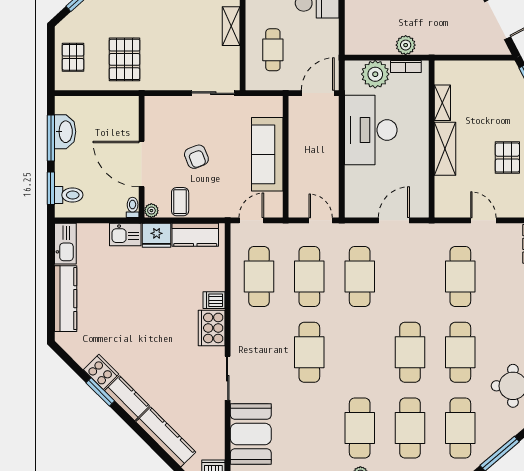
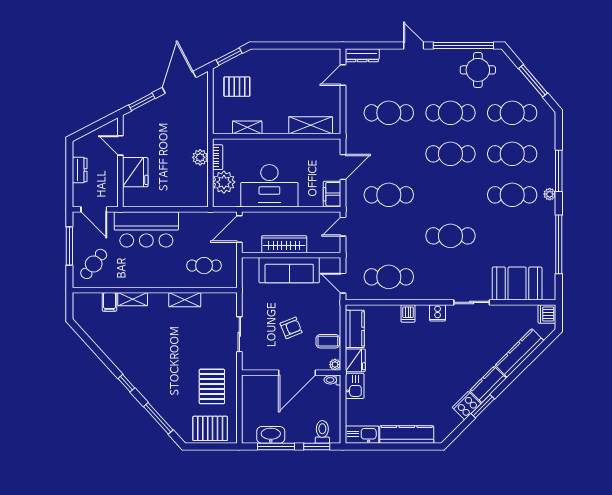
pallet: (73, 57) -> (210, 428), width x1.50, depth x1.42
pallet: (125, 59) -> (212, 386), turned 90
sliding door: (213, 93) -> (239, 334), moved
door: (318, 93) -> (239, 229), hinge flipped
wardrobe: (299, 148) -> (284, 244), added
shelving: (445, 149) -> (311, 125), moved
pallet: (507, 158) -> (237, 87), moved
filing cabinet: (360, 207) -> (332, 194), added
door: (394, 220) -> (343, 167), swing flipped
door: (483, 220) -> (343, 75), moved
cafe table: (309, 277) -> (389, 236), removed
cooker: (212, 328) -> (438, 313), width x0.53, depth x0.76

